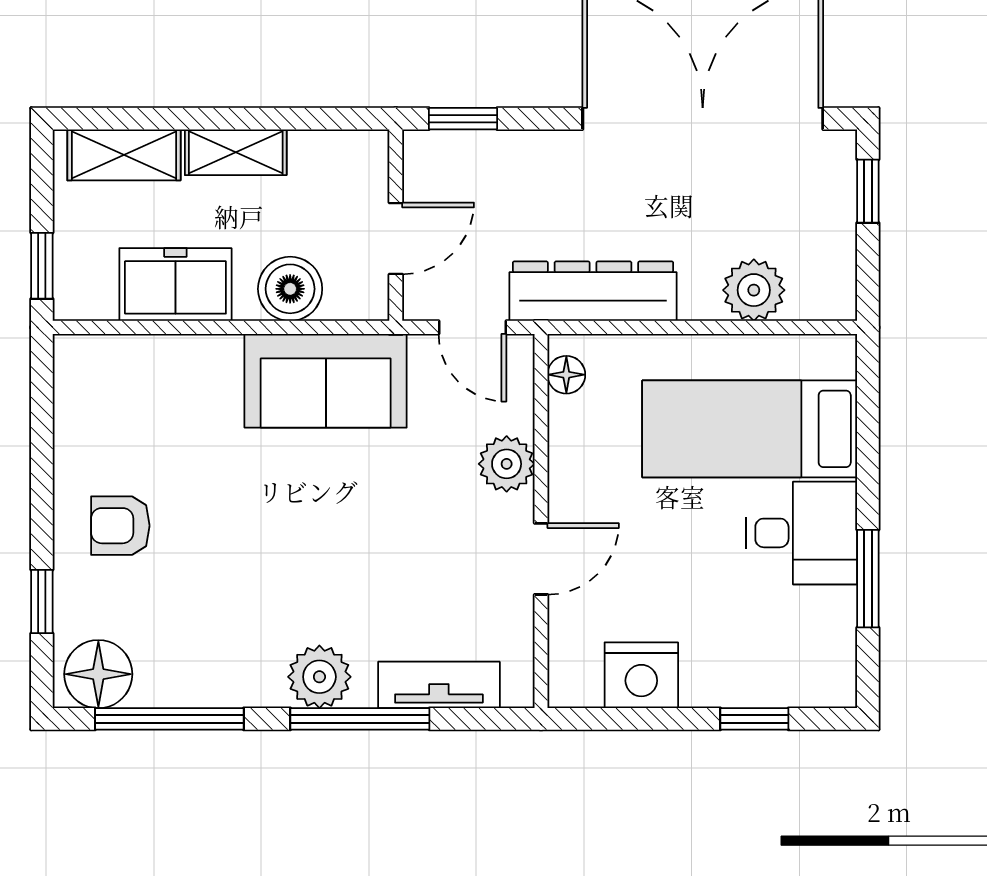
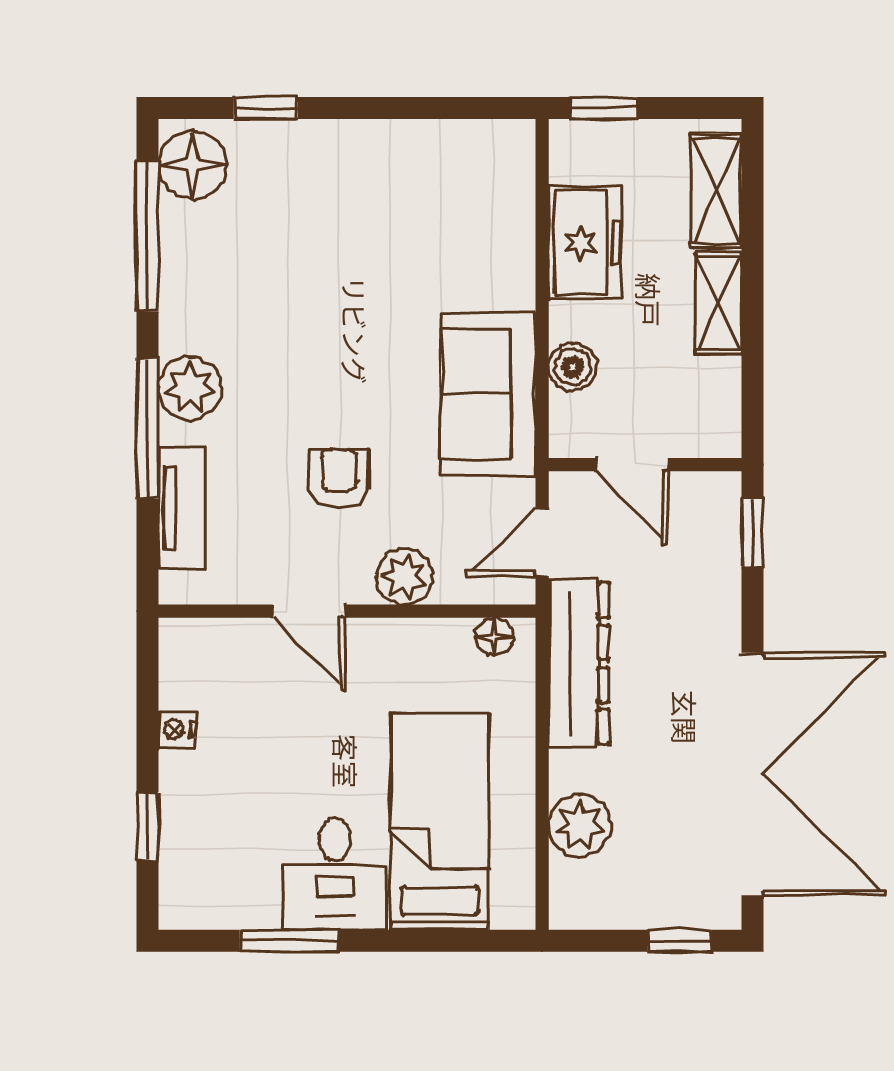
boiler: (290, 289) -> (572, 367), width x0.73, depth x0.73
armchair: (120, 526) -> (339, 478), moved
nightstand: (641, 675) -> (177, 730), width x0.53, depth x0.56

